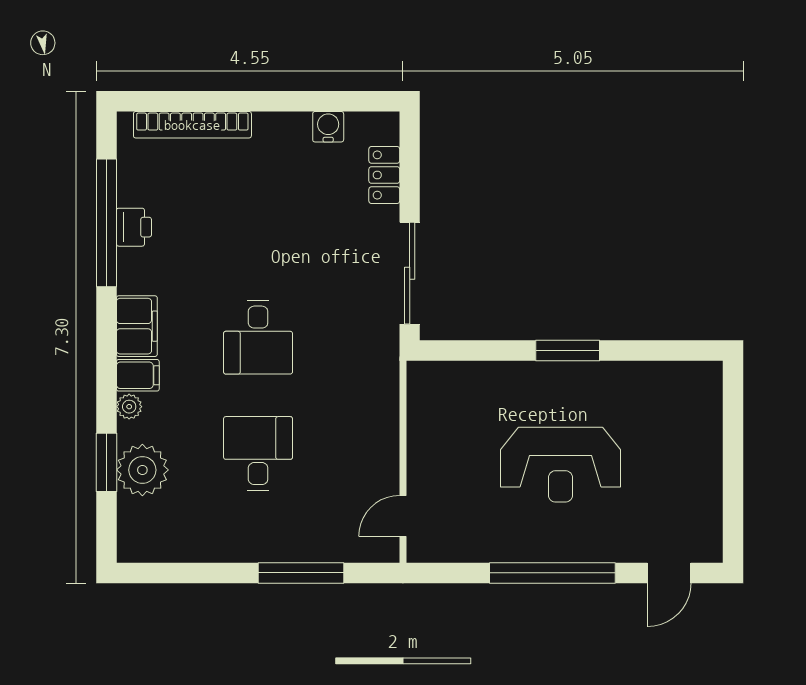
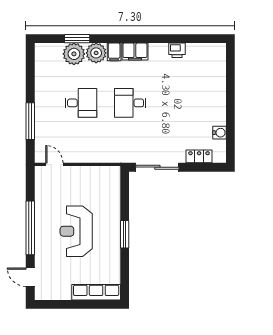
bookcase: (192, 125) -> (220, 75), removed
window: (106, 223) -> (179, 39), removed
plant: (129, 407) -> (96, 53), width x1.87, depth x1.87
row of seats: (705, 418) -> (96, 292), added

